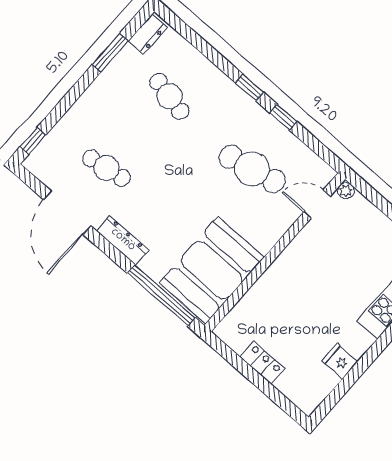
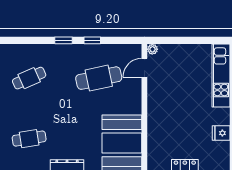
cafe table: (169, 96) -> (29, 78), turned -36

